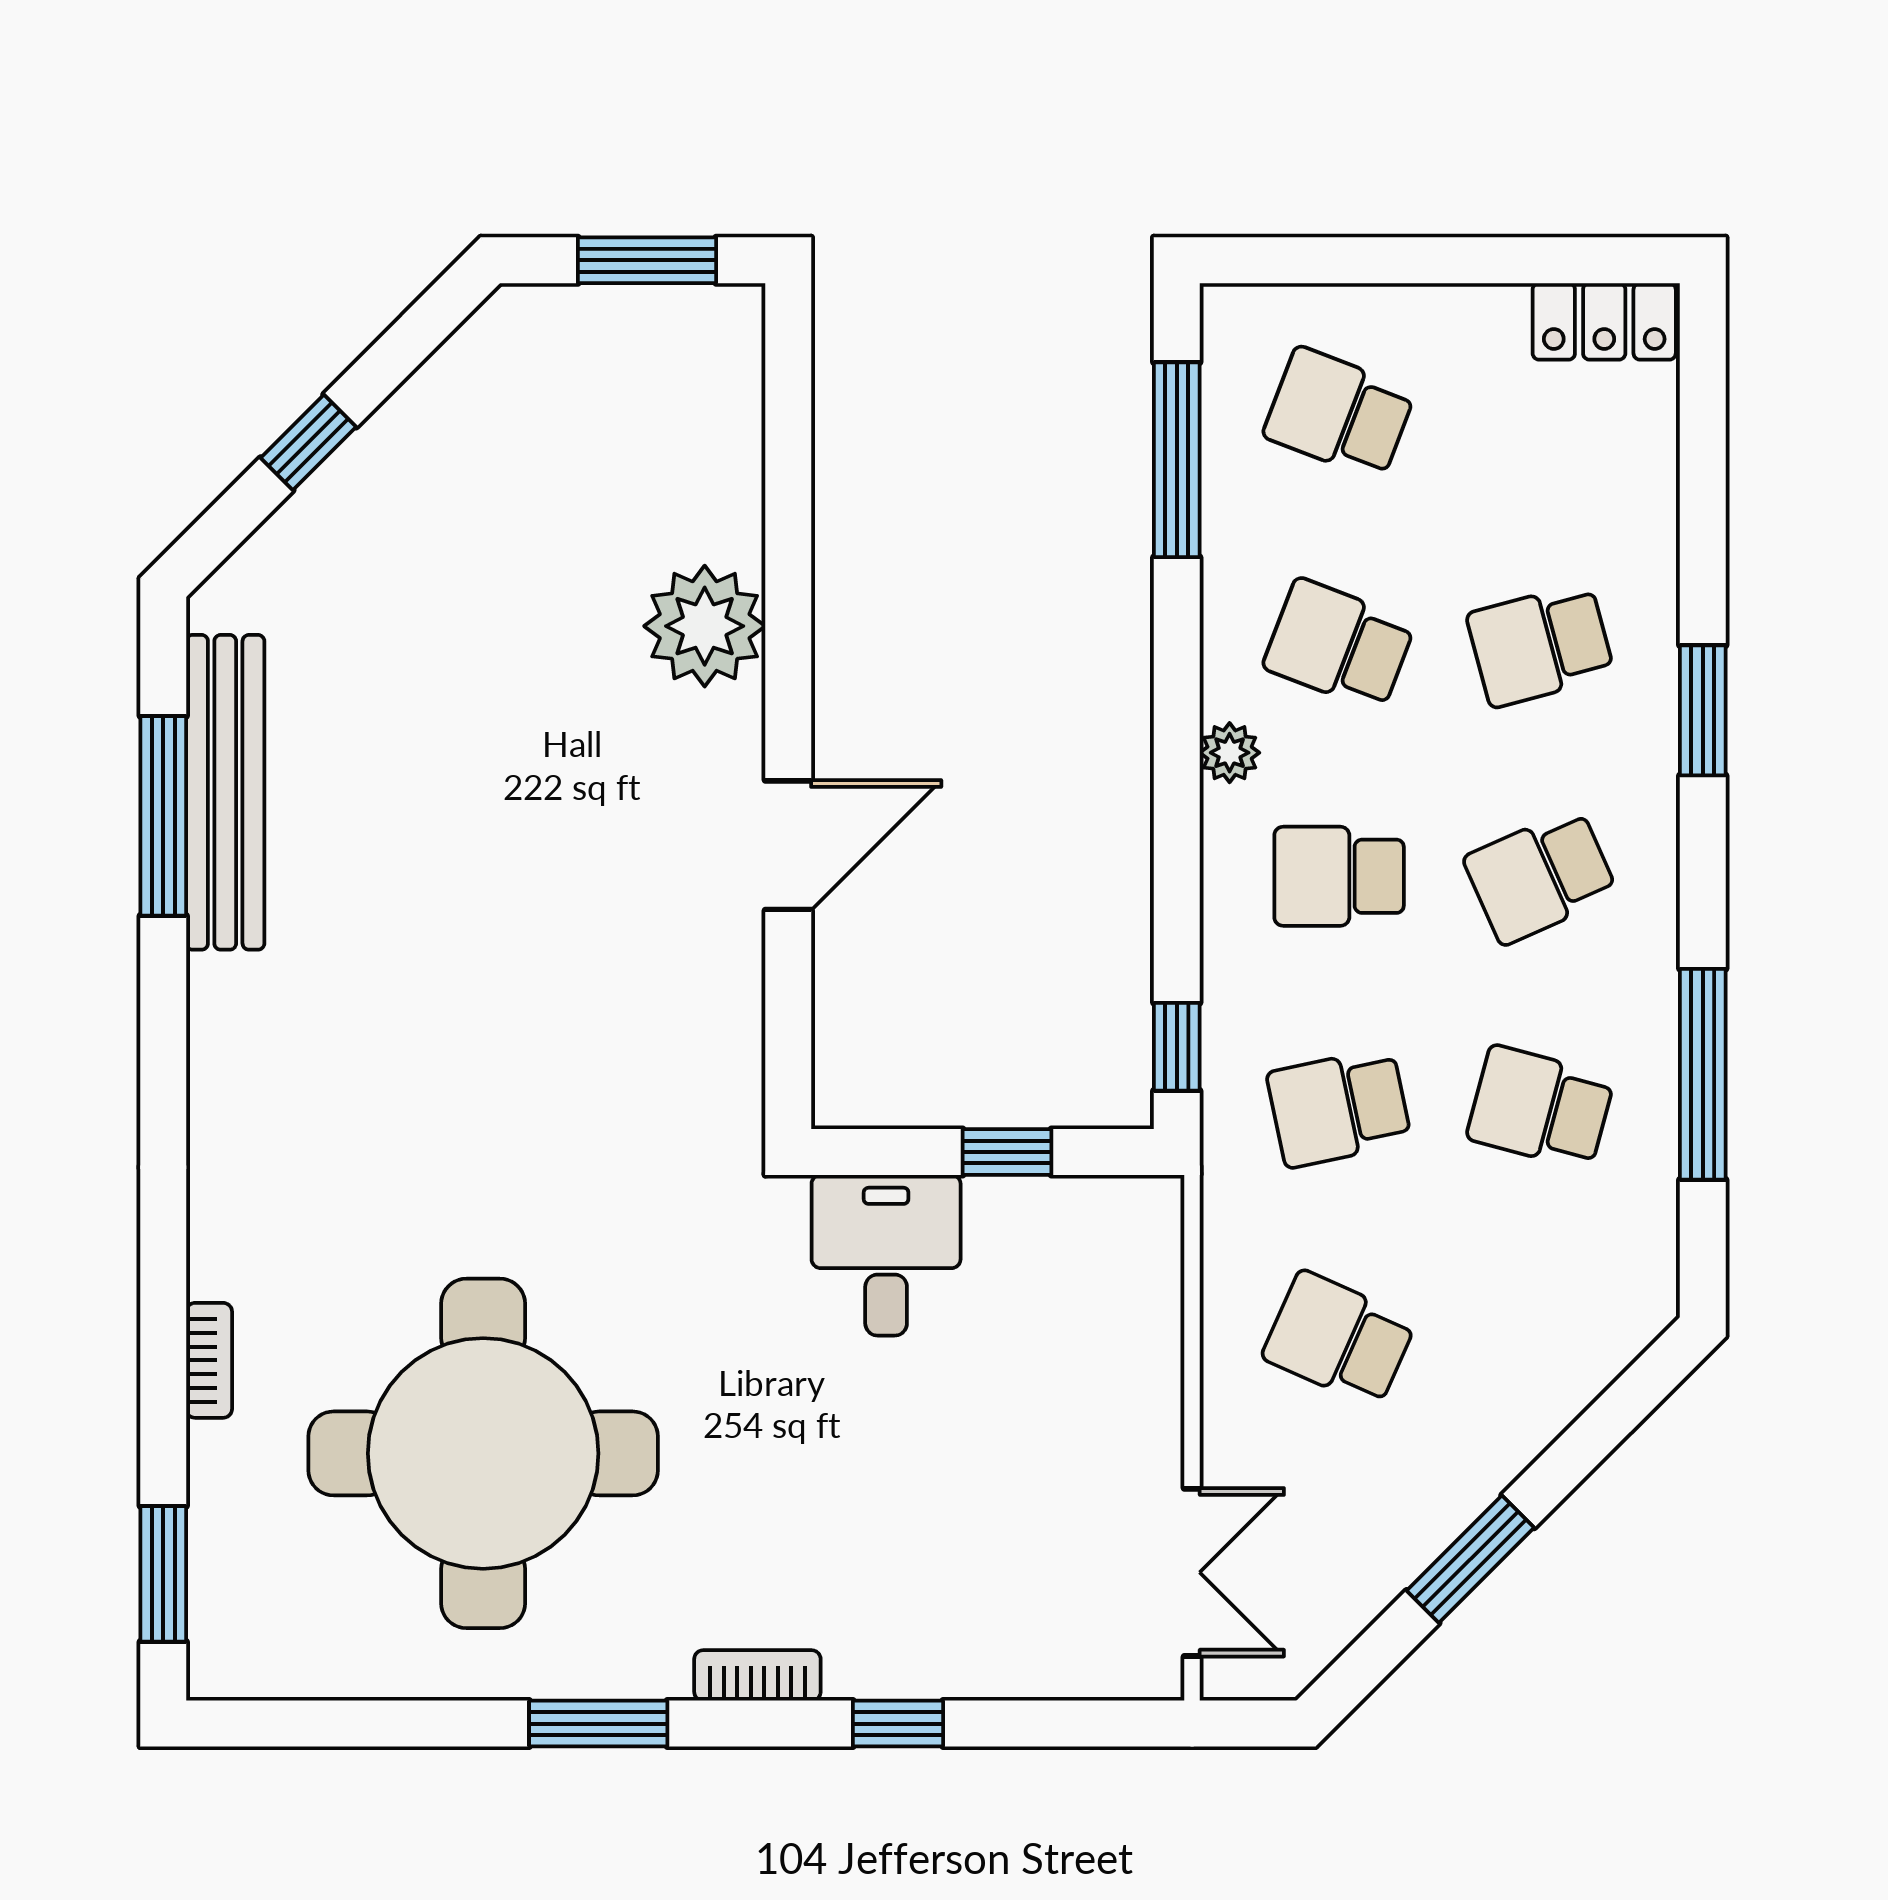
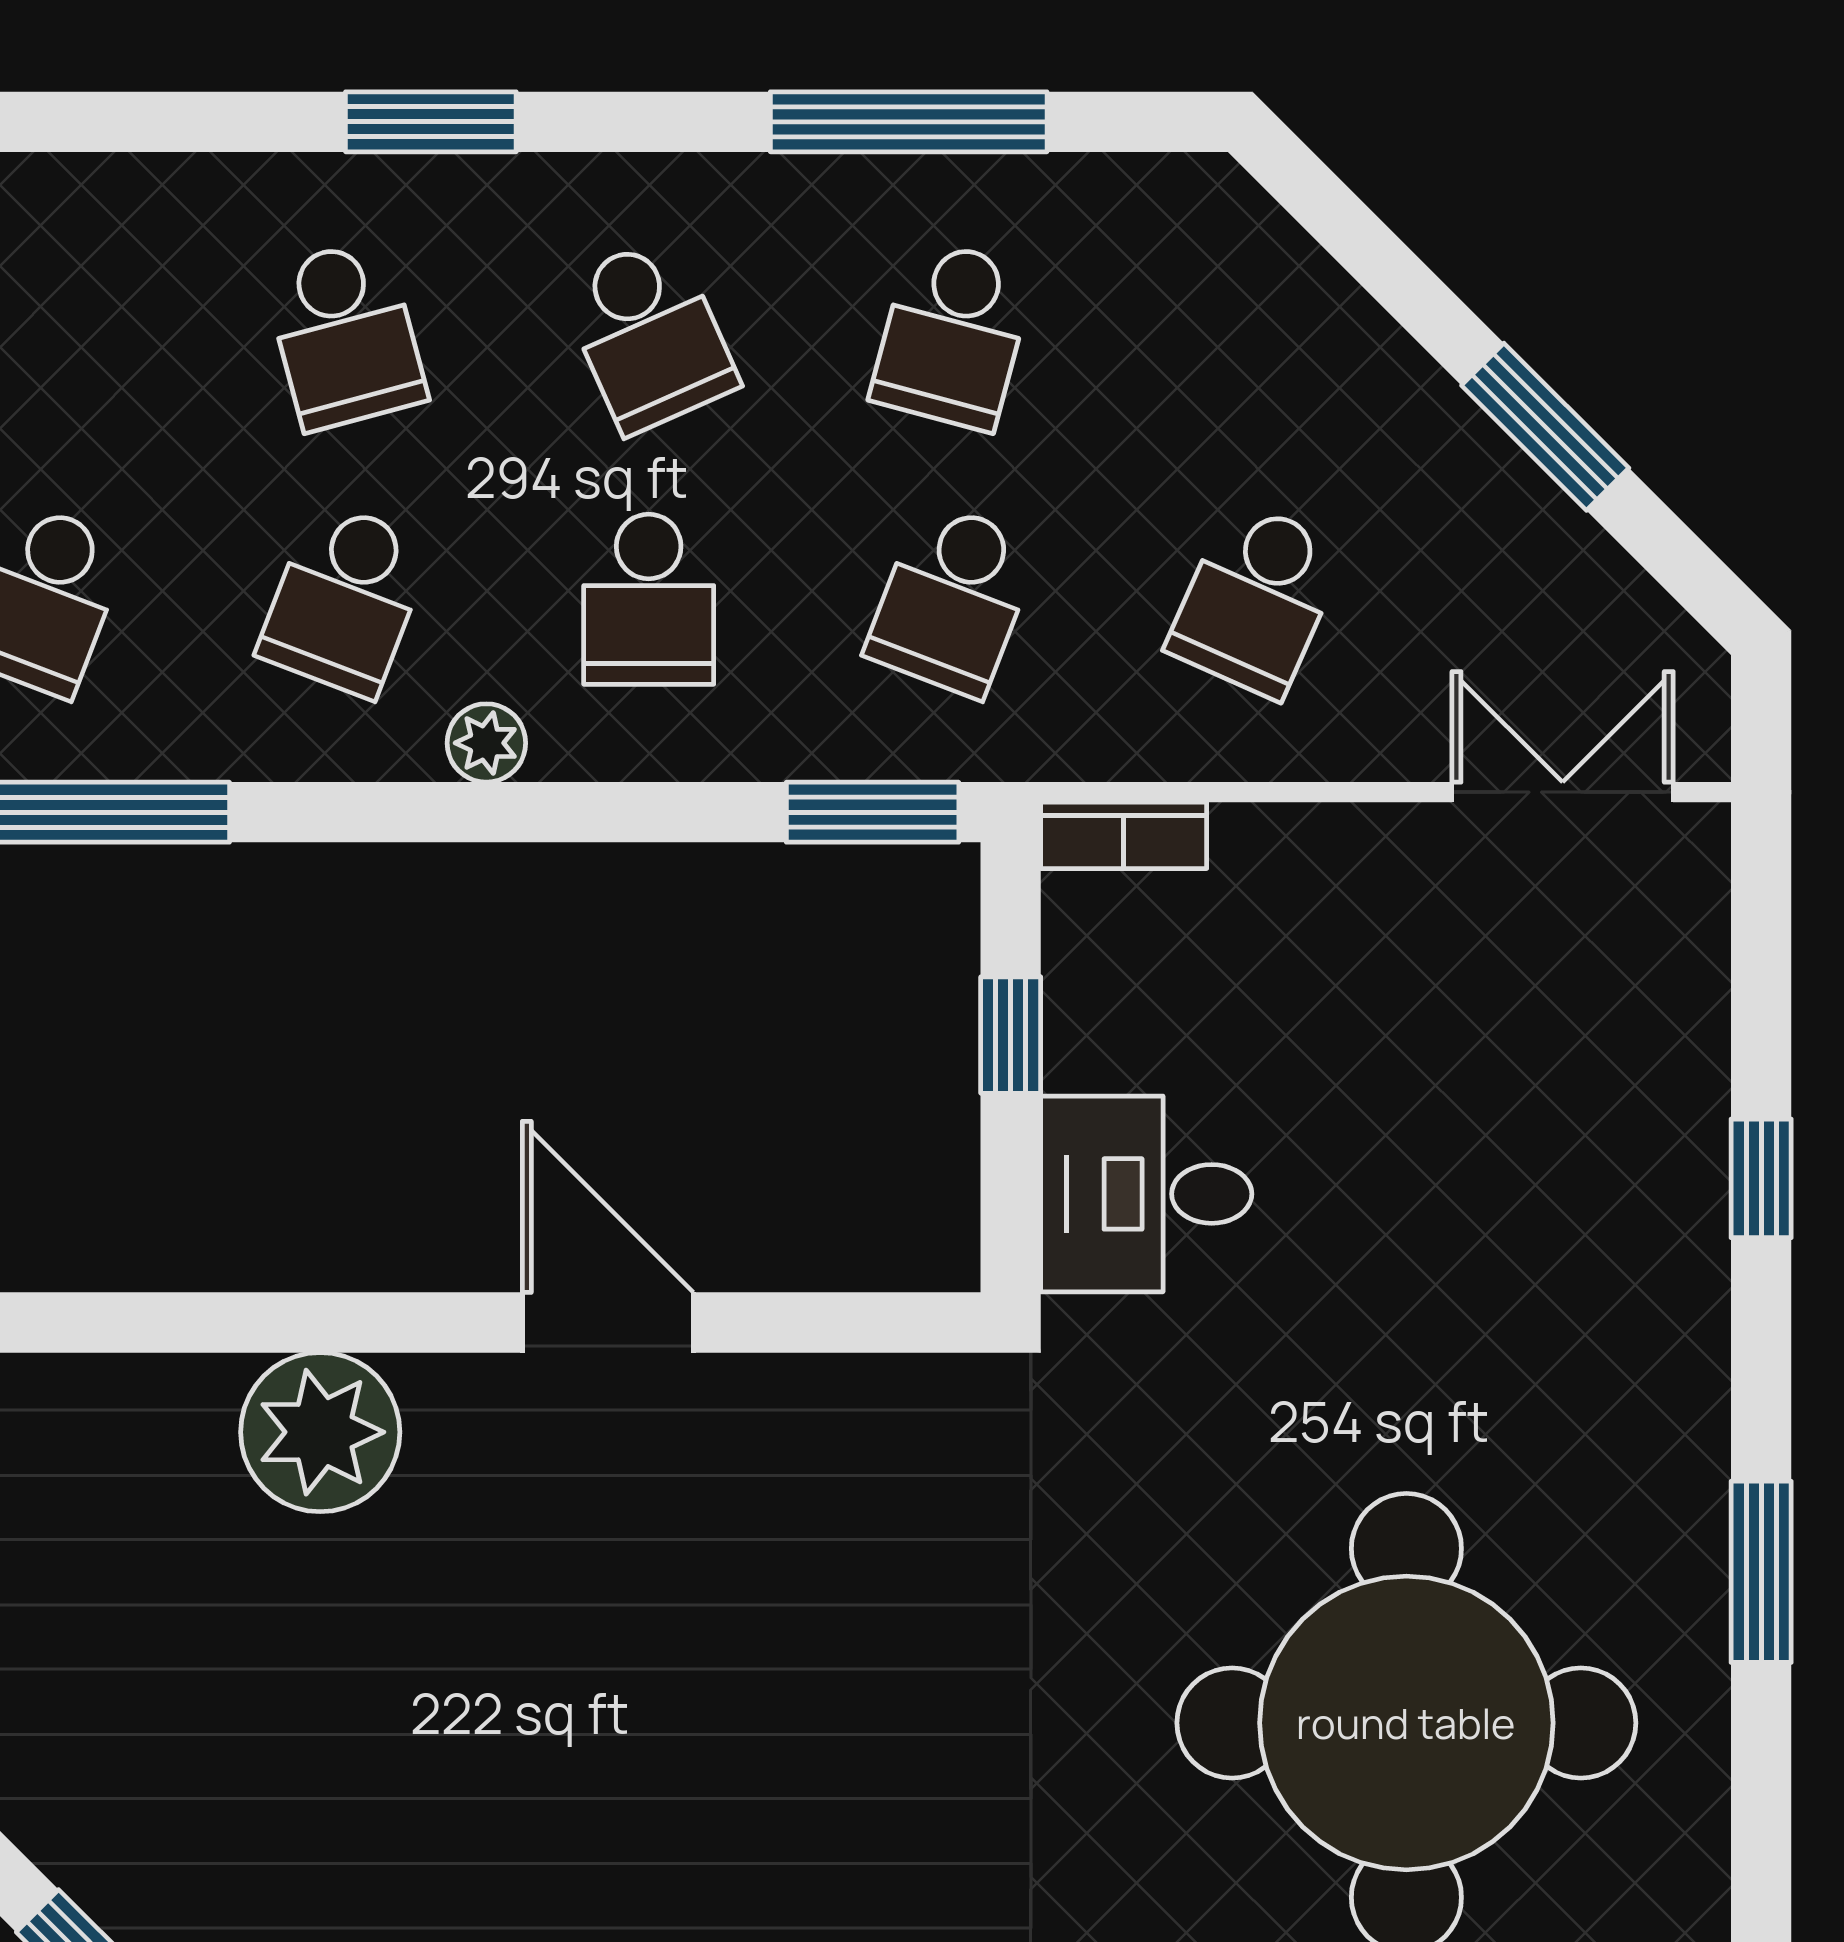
window: (1177, 1047) -> (873, 812), width x1.50
school desk: (1339, 1108) -> (952, 599), turned 33
bookcase: (757, 1675) -> (1124, 835), moved, turned -90

